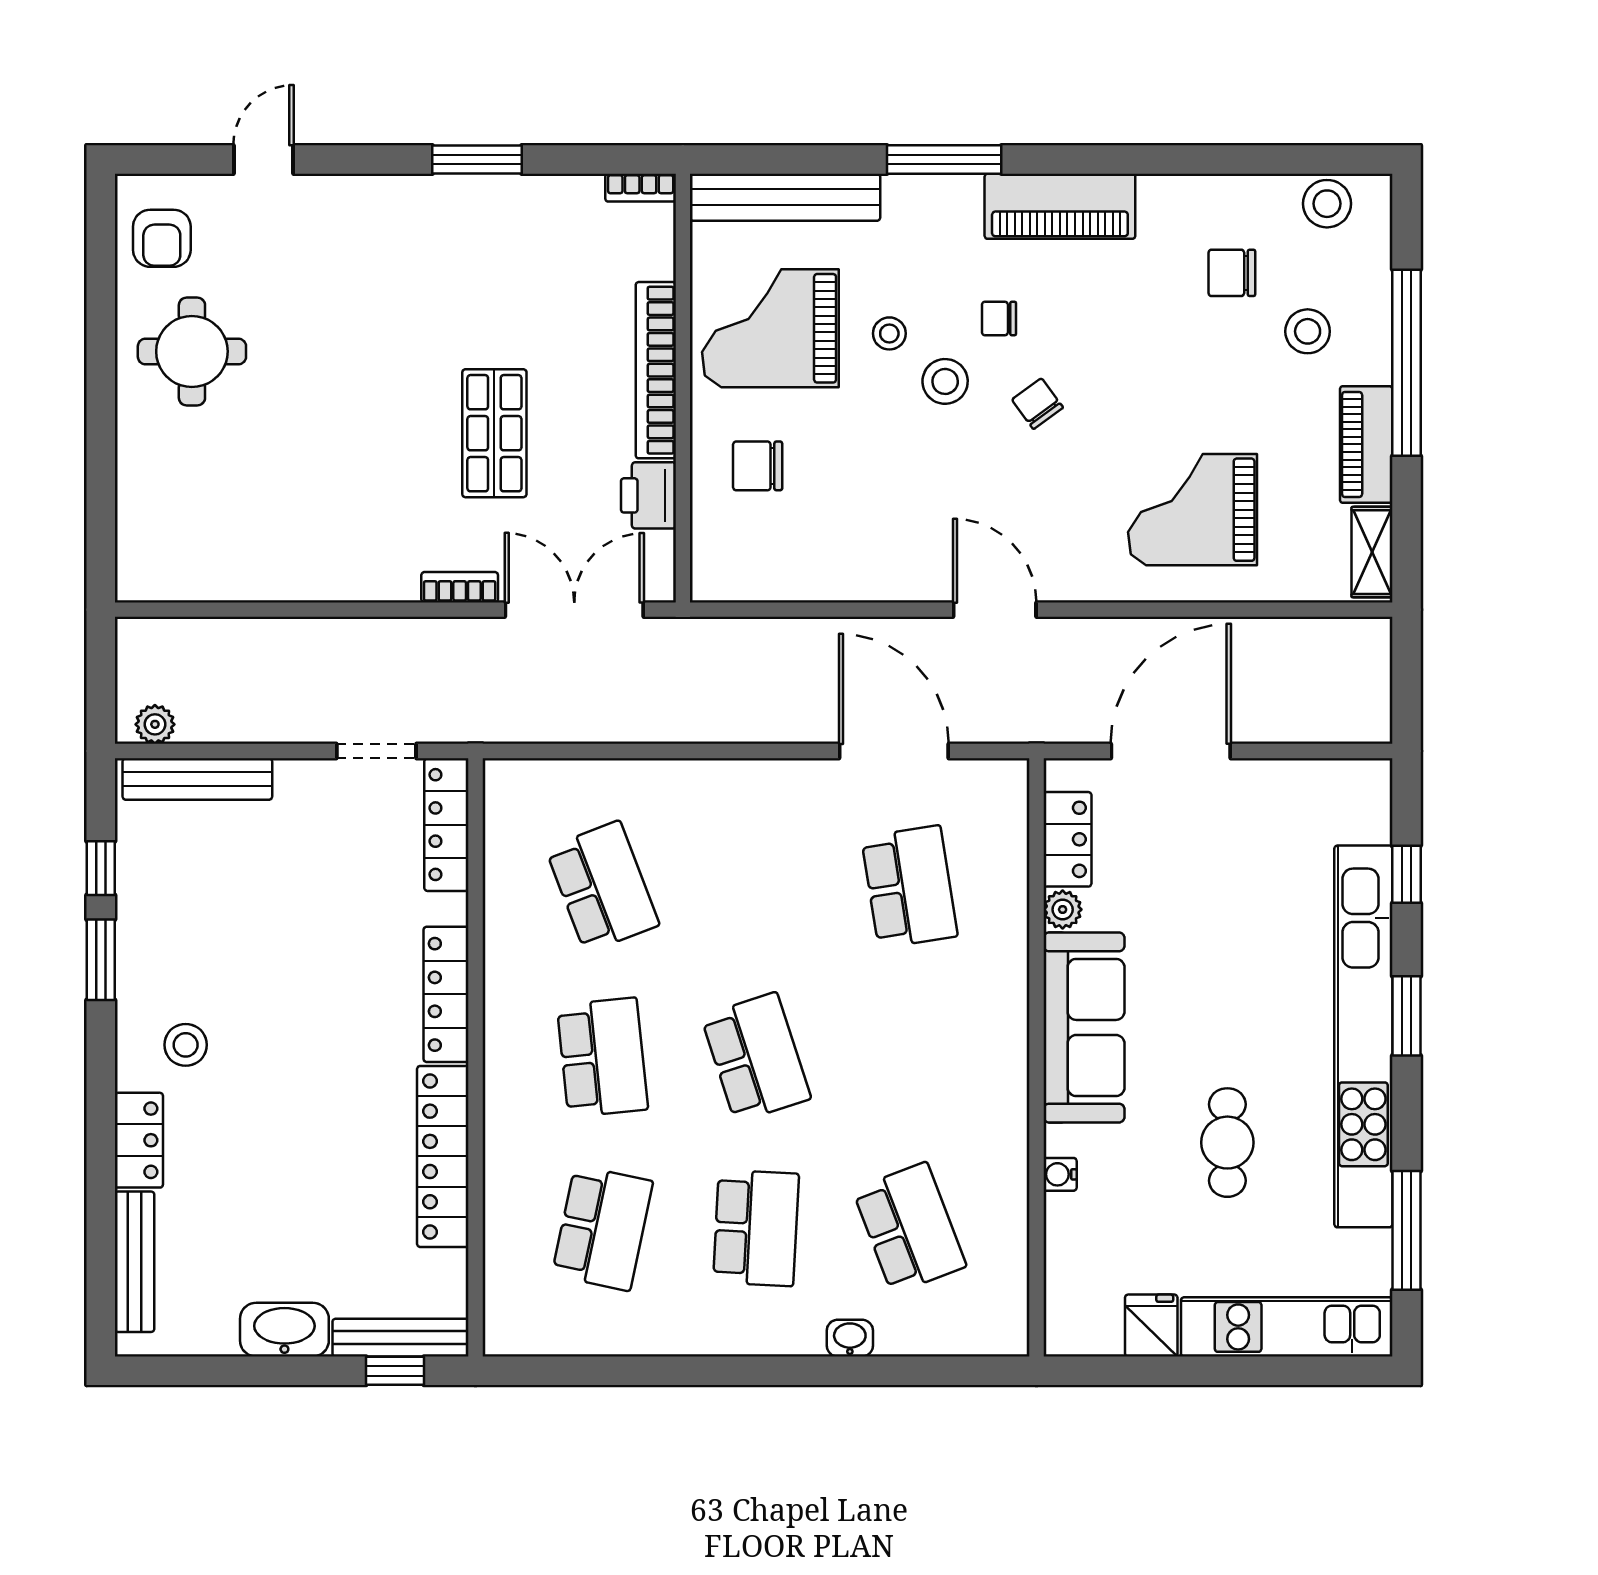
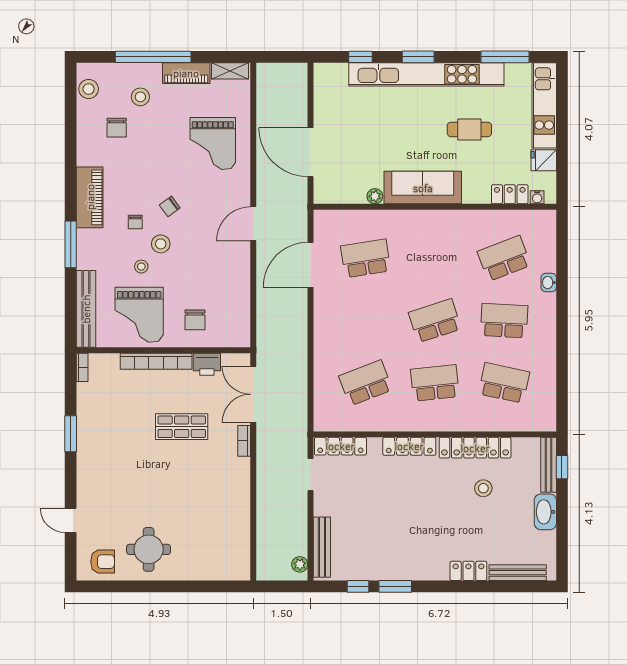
locker: (1067, 839) -> (510, 194), moved
stool: (186, 1045) -> (483, 488), moved
water cooler: (1060, 1174) -> (537, 197), moved

